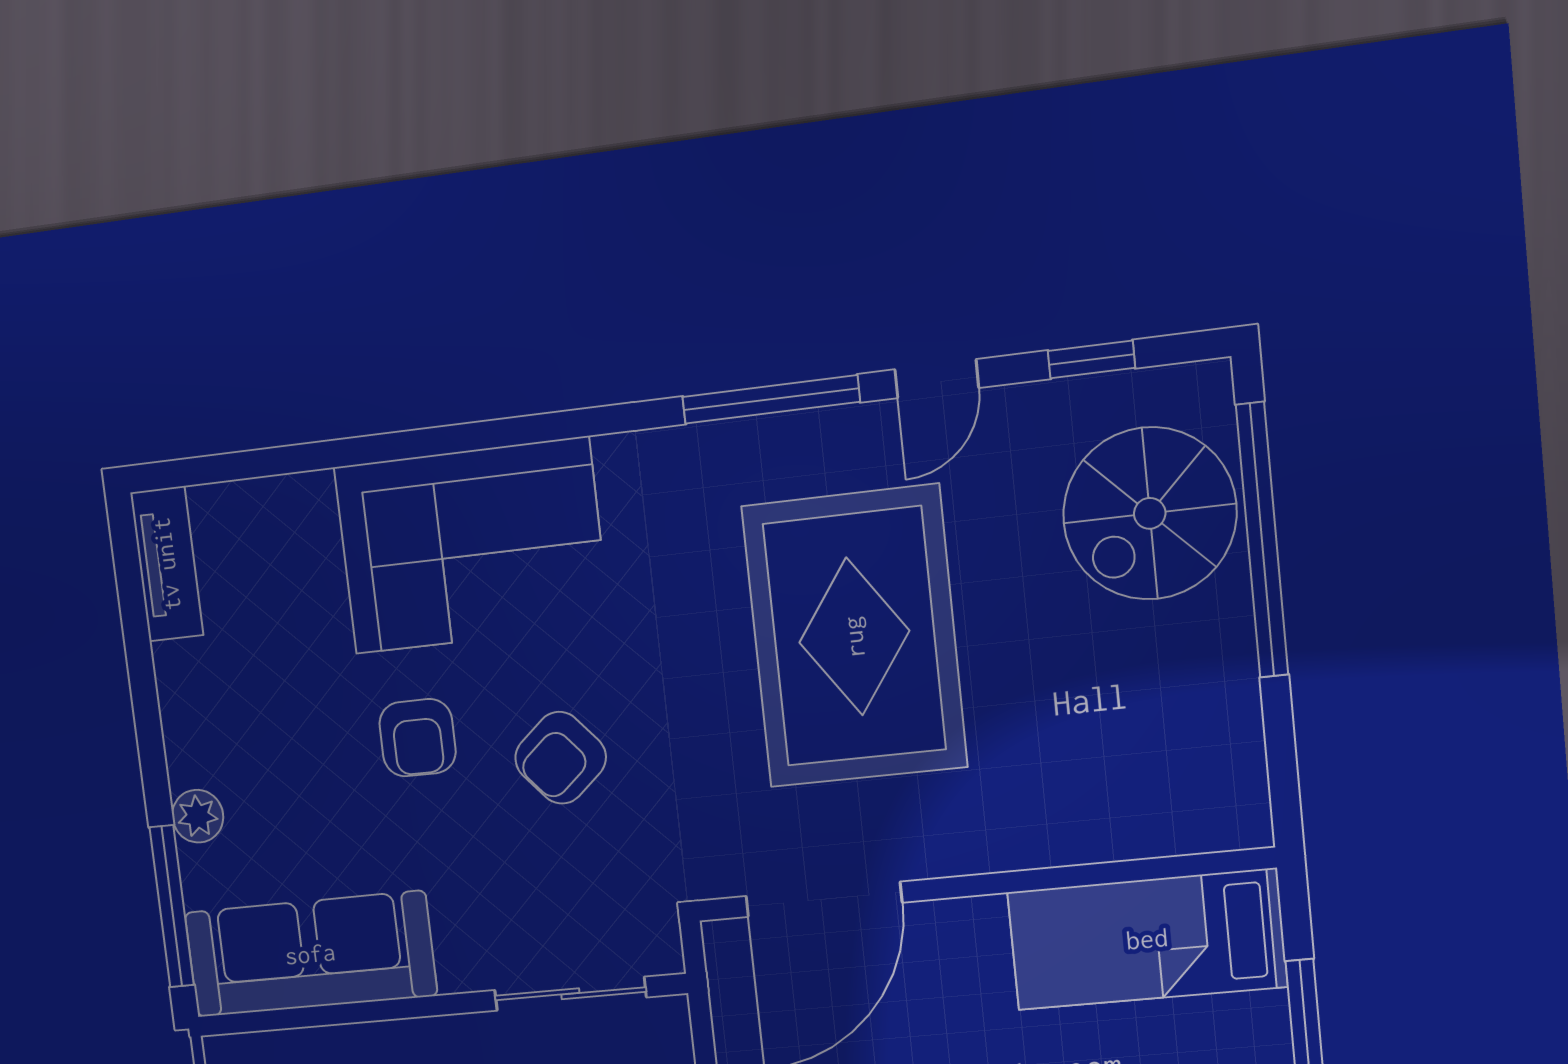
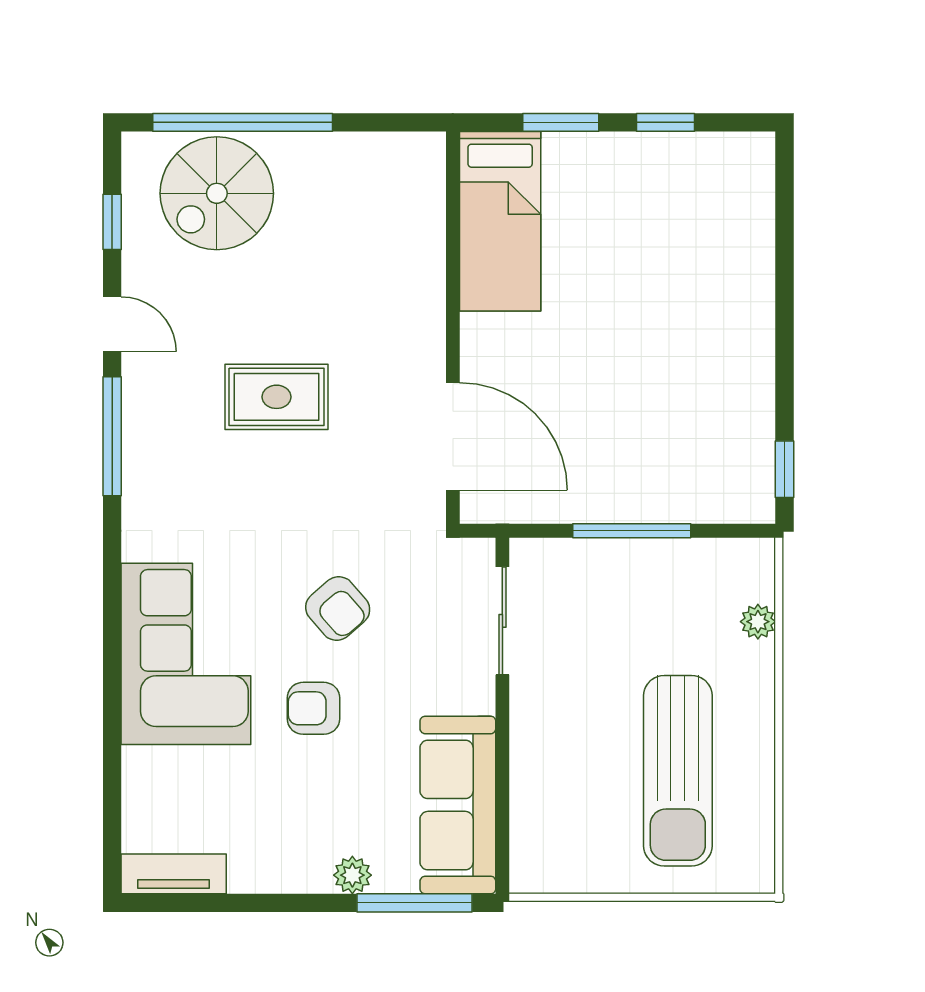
spiral stairs: (1150, 513) -> (217, 193), turned 90
rug: (854, 637) -> (277, 397), width x0.54, depth x0.49
armchair: (418, 738) -> (313, 708), turned 180

